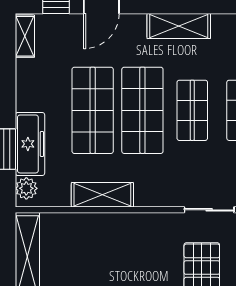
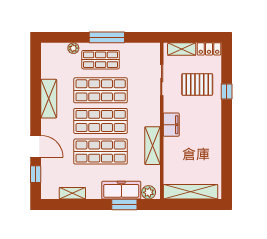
shelving: (25, 36) -> (72, 193), moved
shop shelf: (192, 110) -> (101, 90), width x1.43, depth x1.36
filing cabinet: (136, 225) -> (171, 125), added

